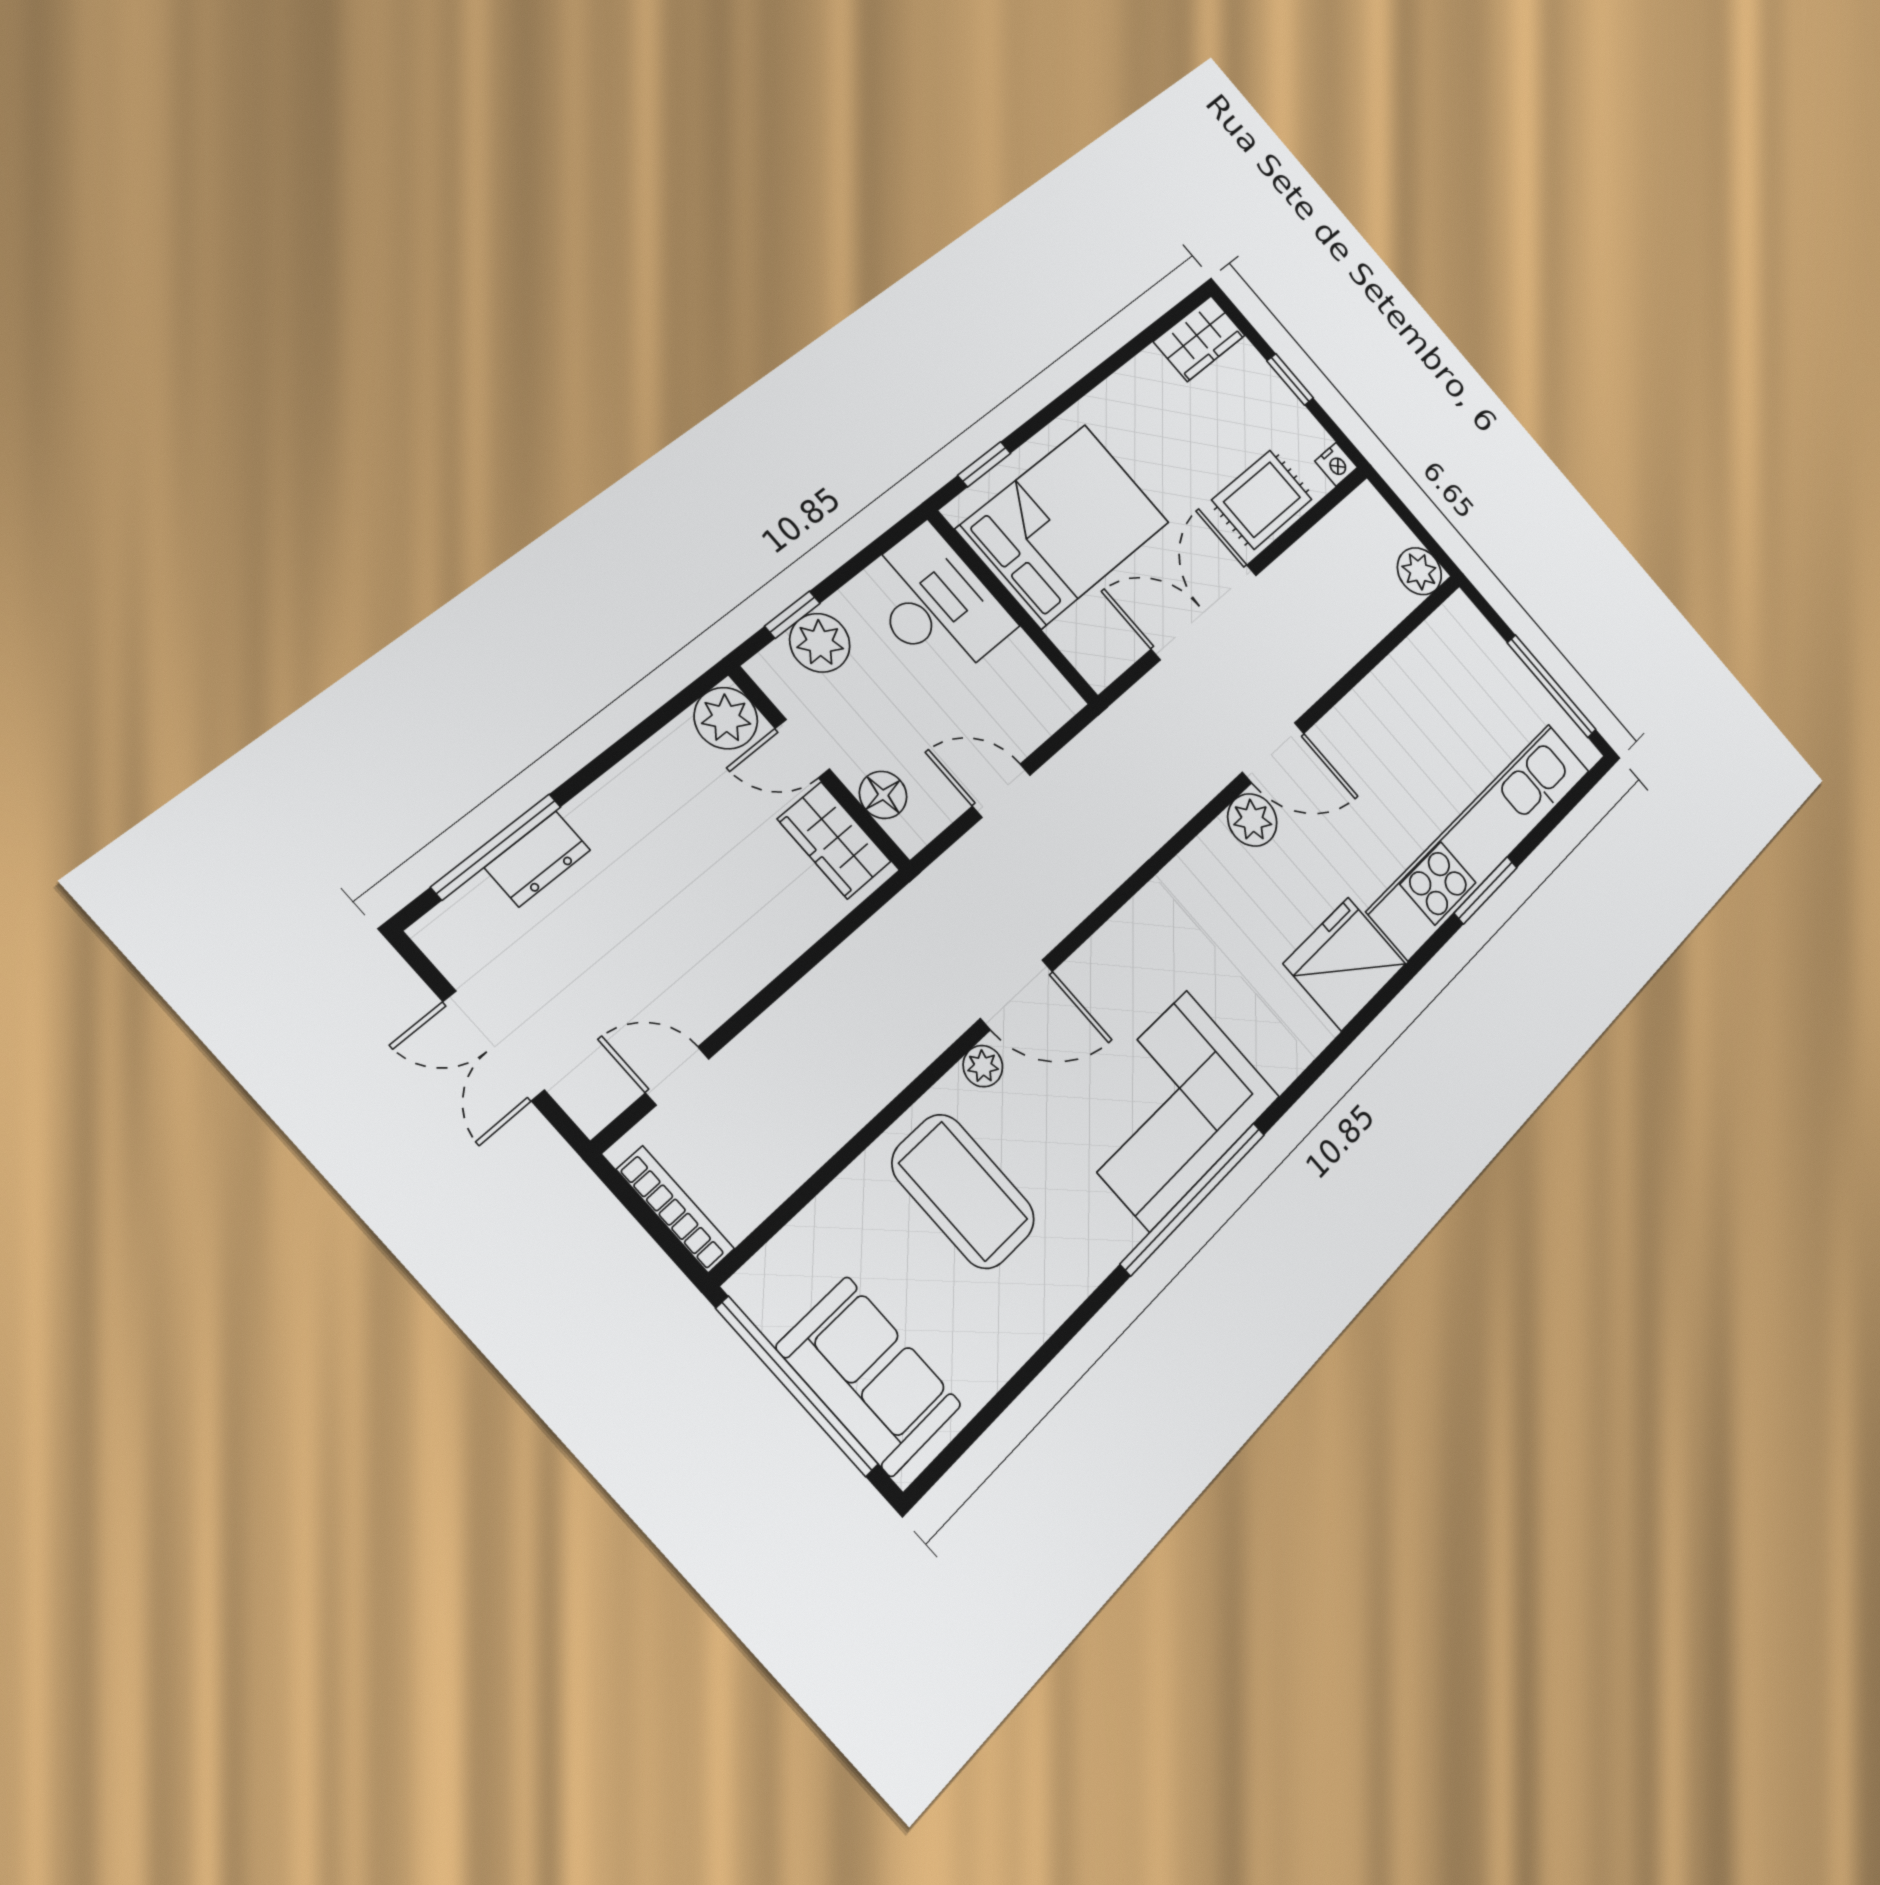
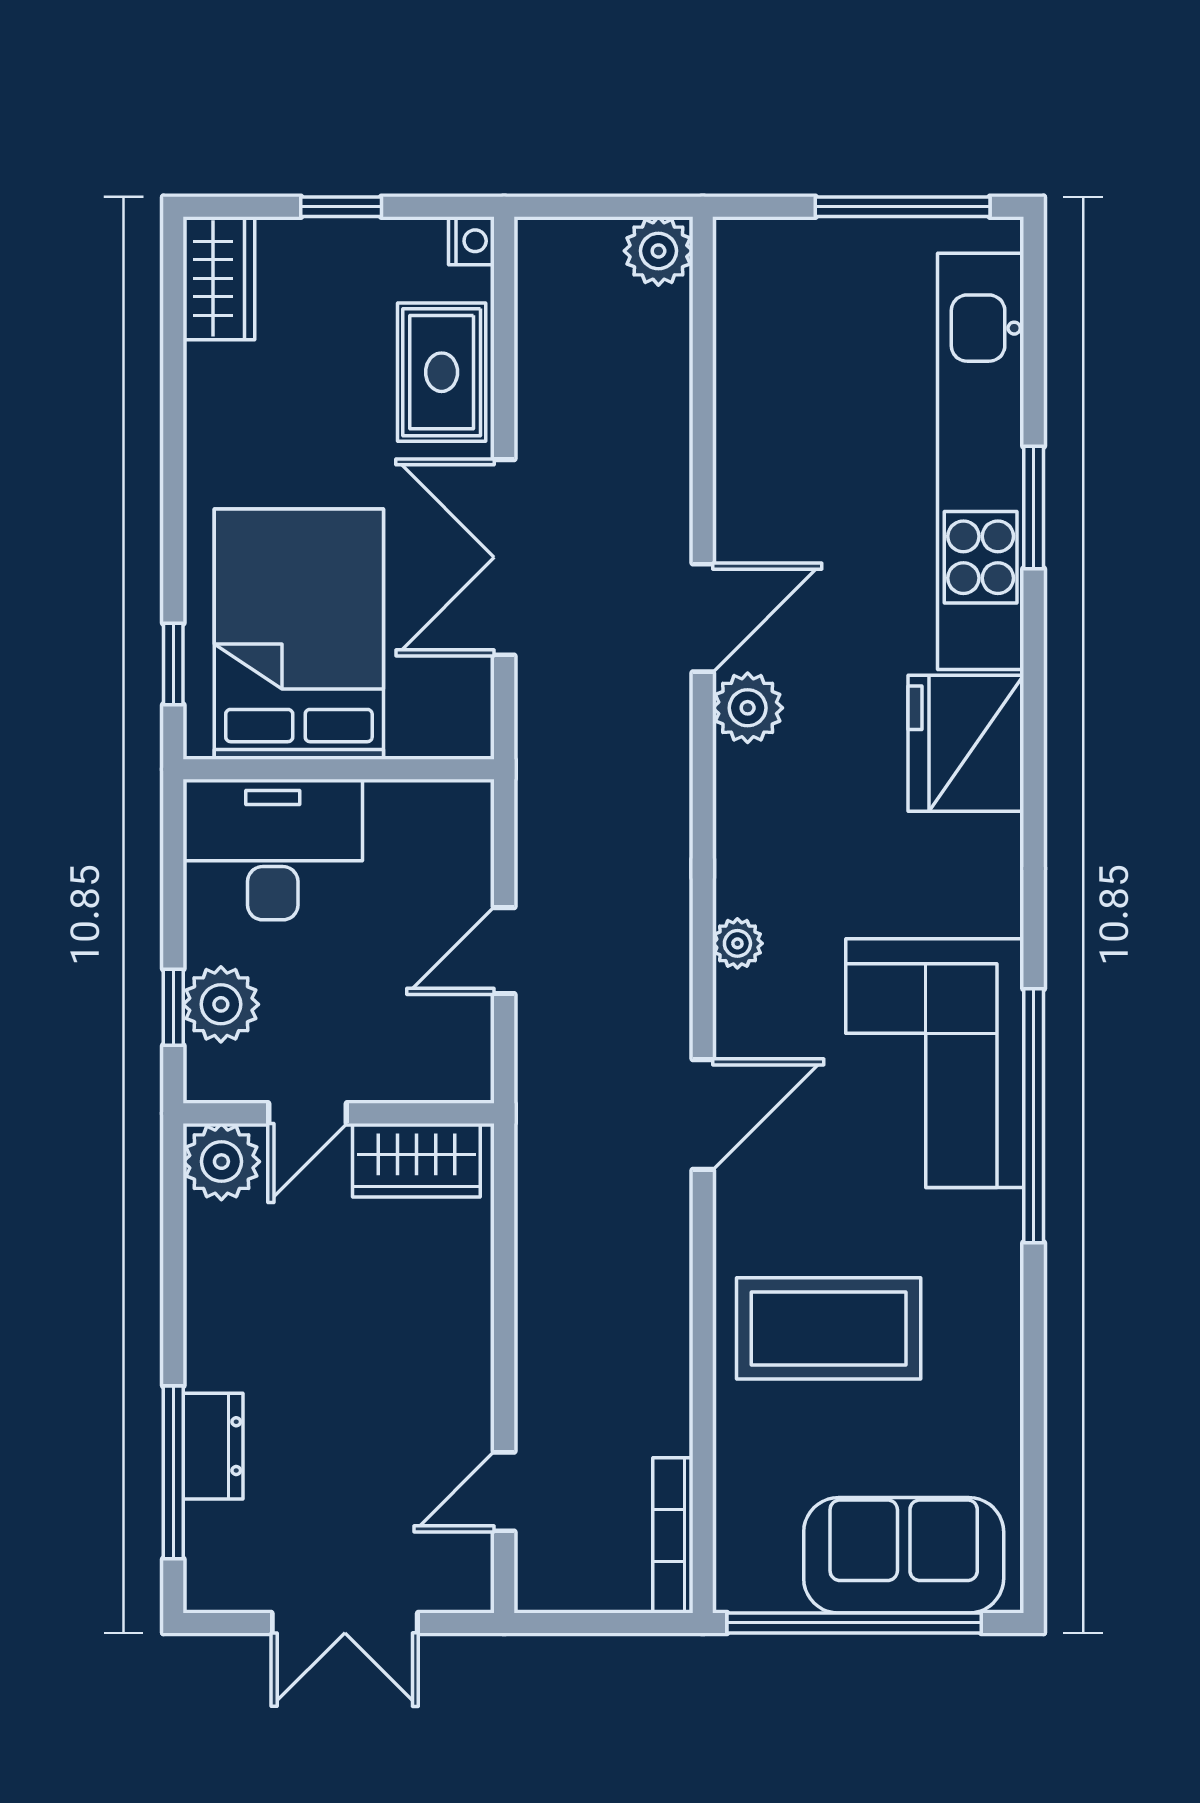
floor lamp: (883, 795) -> (413, 1074), removed
plant: (983, 1066) -> (737, 943), moved
bookcase: (675, 1209) -> (673, 1535), moved, turned -90

